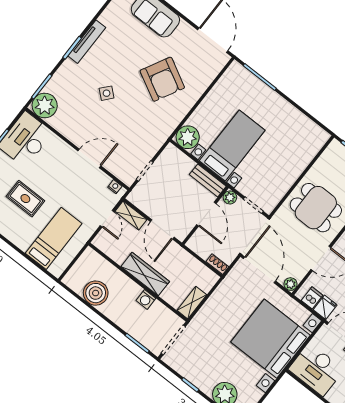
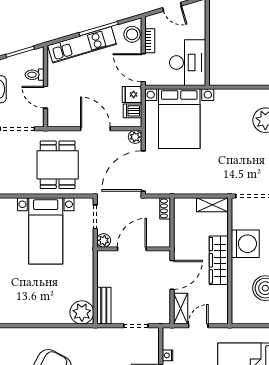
bed with nightstands: (232, 146) -> (46, 231), moved, turned -90
bench: (208, 180) -> (104, 306), moved
nightstand: (115, 187) -> (168, 355), moved
washing machine: (146, 299) -> (245, 244), width x1.89, depth x1.89
bed with nightstands: (270, 339) -> (179, 119), width x0.73

